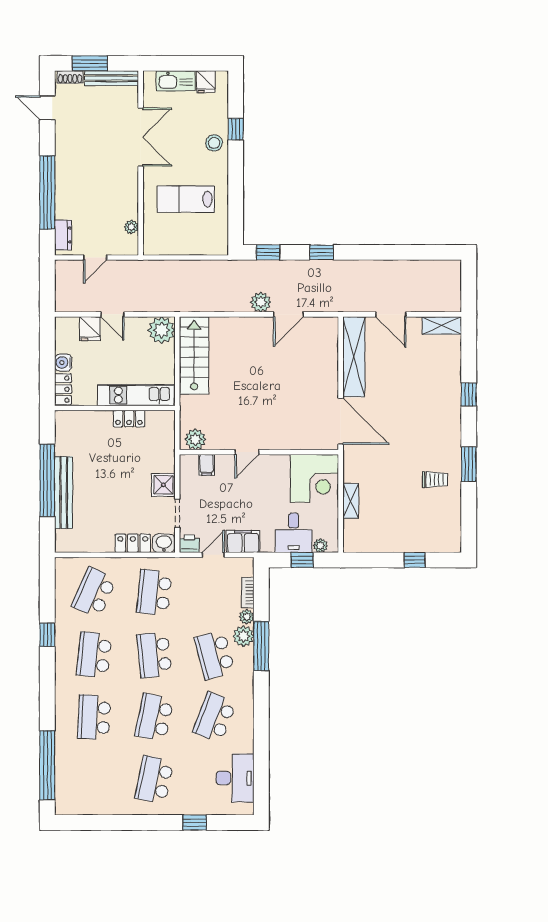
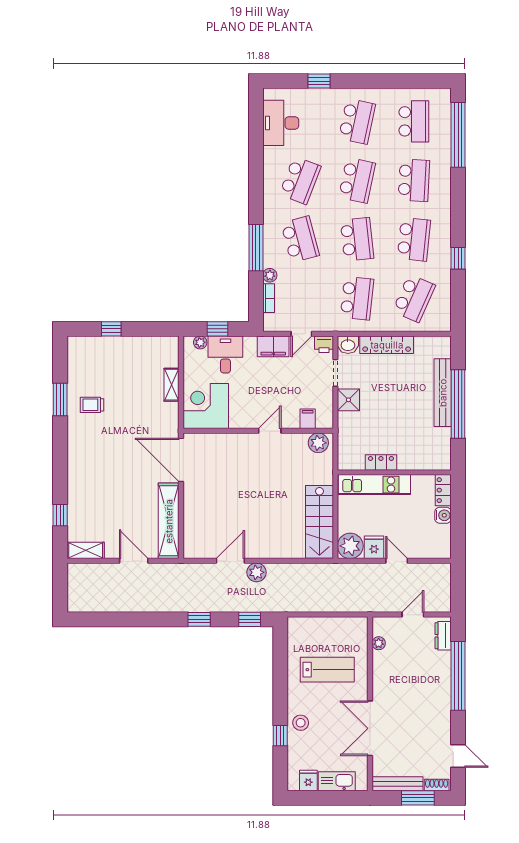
fridge: (90, 329) -> (374, 547), moved
window: (469, 394) -> (60, 515), moved
window: (469, 464) -> (60, 399), moved
locker: (133, 543) -> (387, 345), width x1.53
plant: (243, 636) -> (273, 257), removed
school desk: (94, 780) -> (414, 121), added

